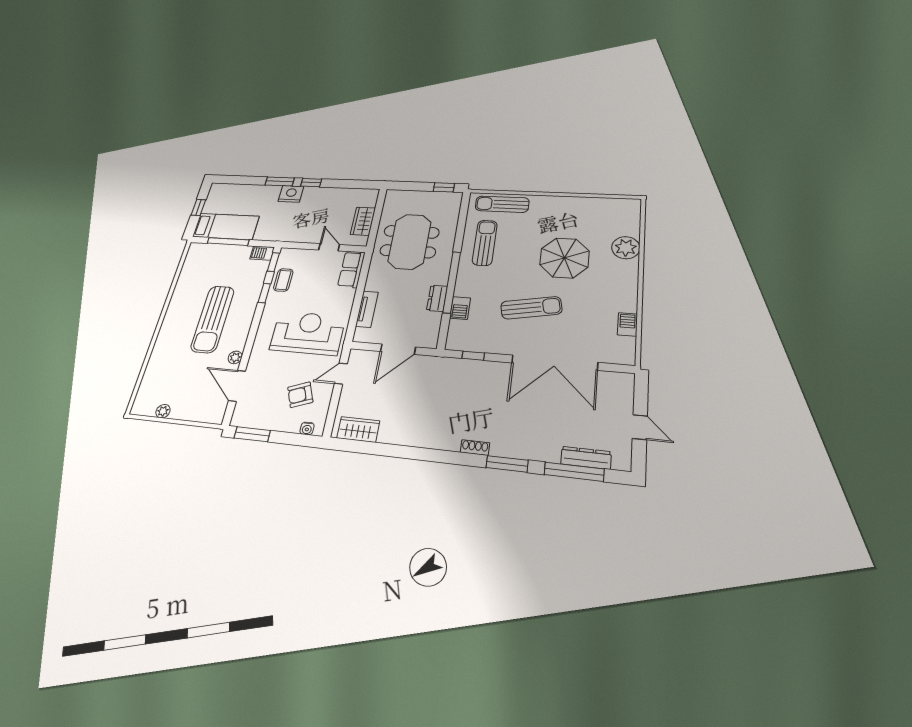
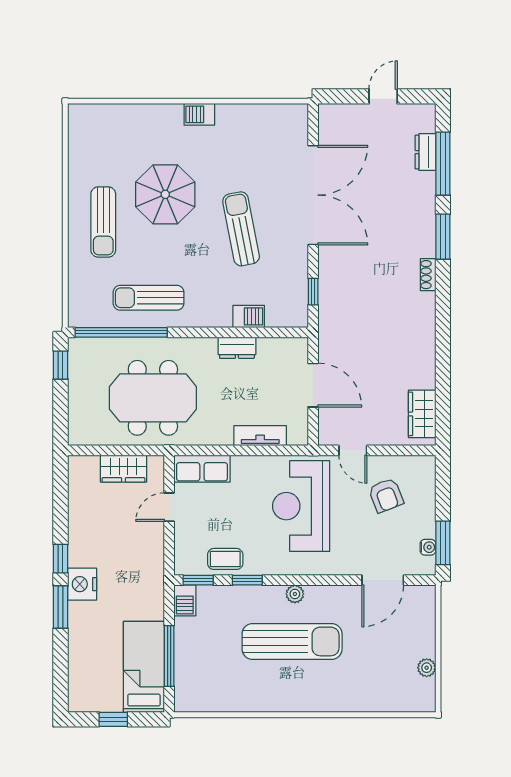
sun lounger: (502, 204) -> (103, 222), moved
plant: (626, 248) -> (145, 120), removed
window: (452, 282) -> (121, 332), moved
barbecue: (627, 324) -> (199, 114), moved
plant: (235, 357) -> (295, 594), moved
water cooler: (307, 428) -> (428, 547), moved
dresser: (586, 458) -> (425, 152), width x0.70

